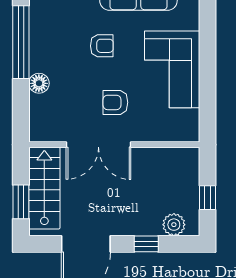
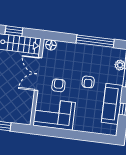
corner sofa: (172, 69) -> (54, 114), moved
floor lamp: (39, 83) -> (51, 45), moved

